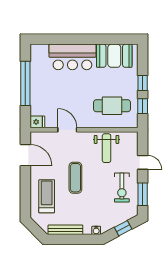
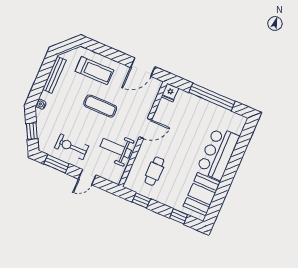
window: (143, 83) -> (178, 216), moved
cafe table: (112, 106) -> (154, 171), width x0.73, depth x0.74
door: (67, 130) -> (145, 128), moved

